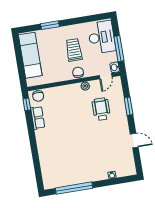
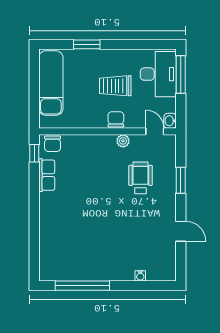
window: (119, 49) -> (181, 74), moved
trolley: (74, 50) -> (115, 86), turned -90
door: (106, 76) -> (155, 131), swing flipped

